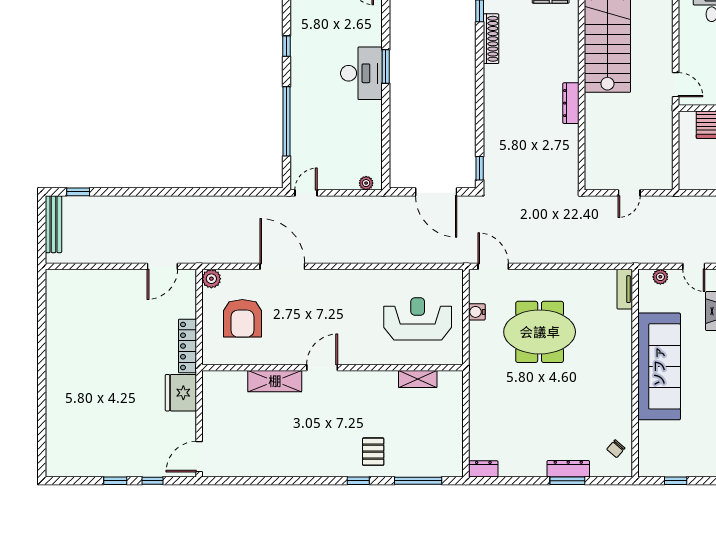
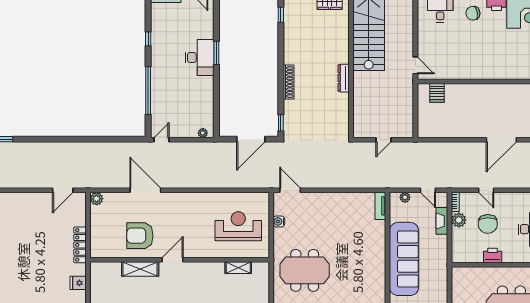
shoe rack: (491, 39) -> (289, 82), moved
door: (436, 192) -> (251, 139), hinge flipped
armchair: (242, 318) -> (140, 236), moved, turned 90
meeting table: (540, 332) -> (305, 270), moved
fridge: (181, 393) -> (78, 283), width x0.53, depth x0.75

